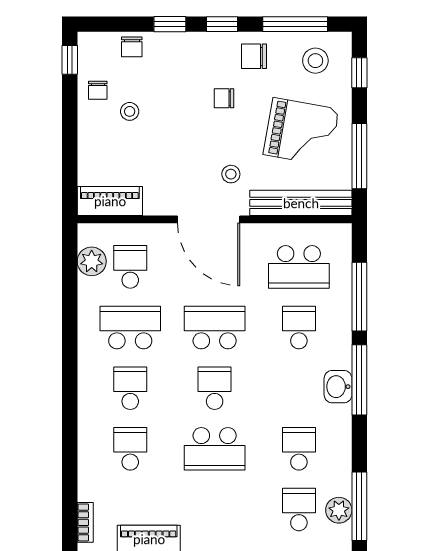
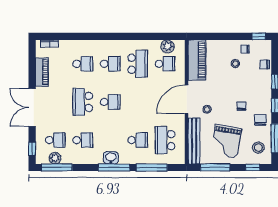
piano: (110, 201) -> (197, 60), width x1.37, depth x1.33
school desk: (215, 328) -> (138, 102), removed

